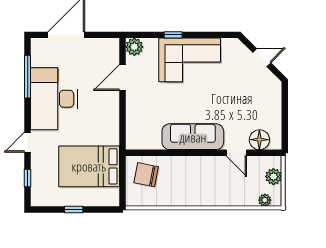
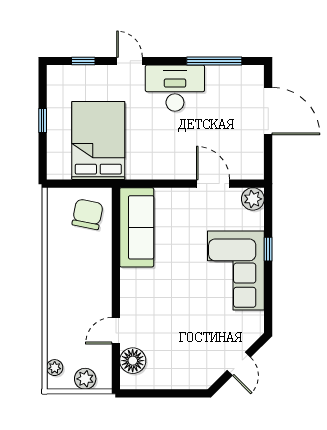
desk: (54, 99) -> (175, 88), width x0.73, depth x0.77
sofa: (193, 137) -> (137, 227), moved

